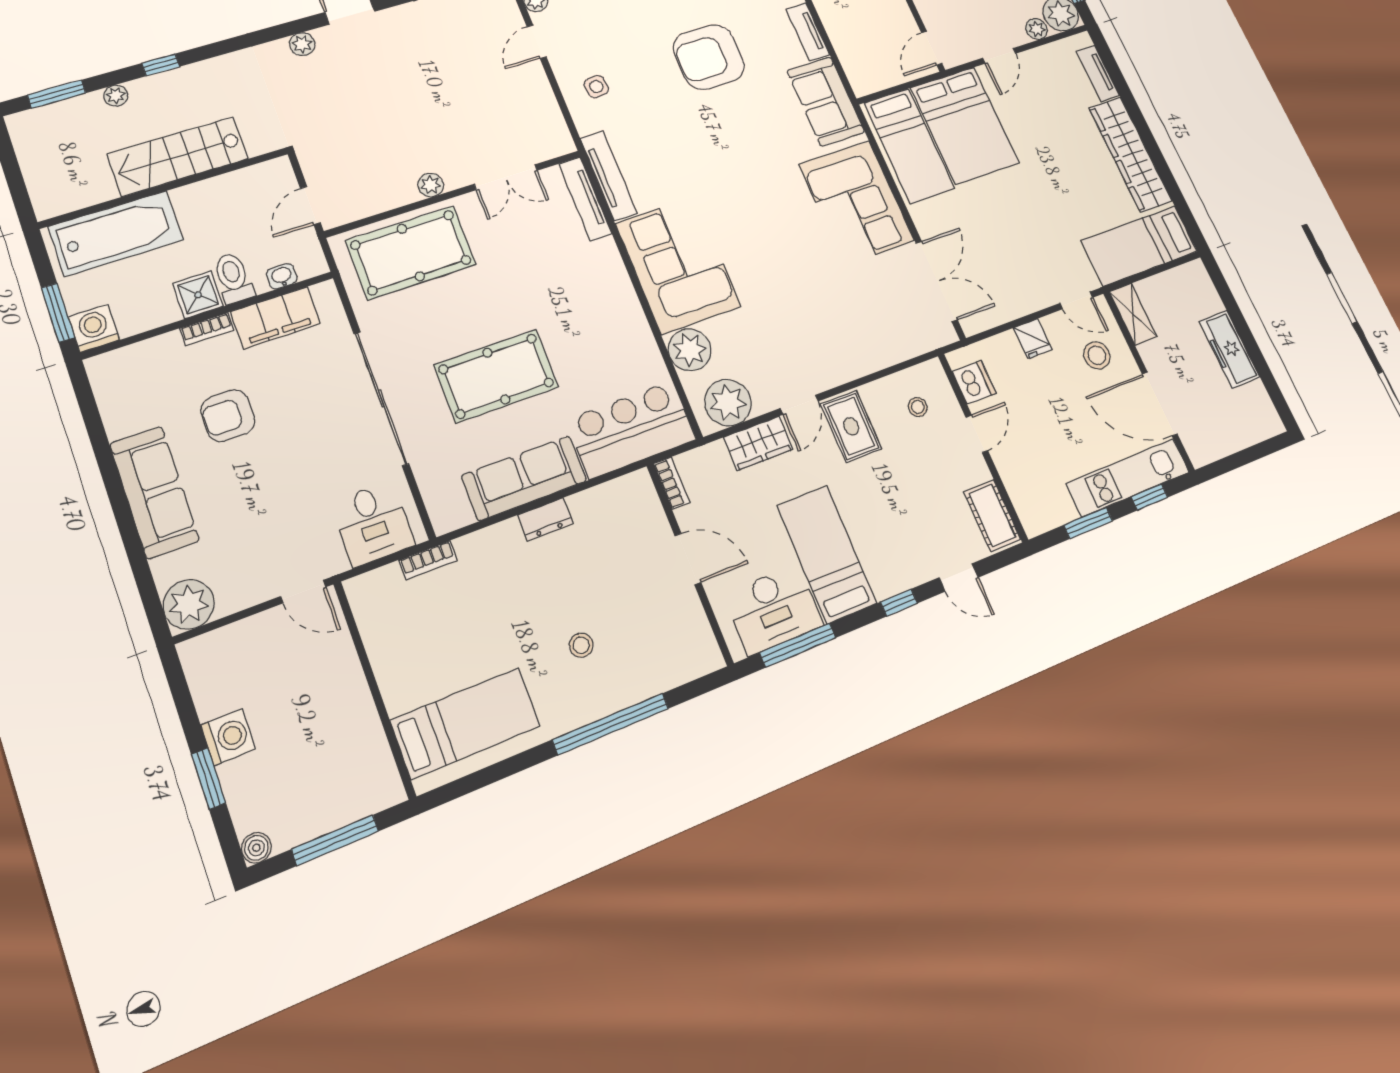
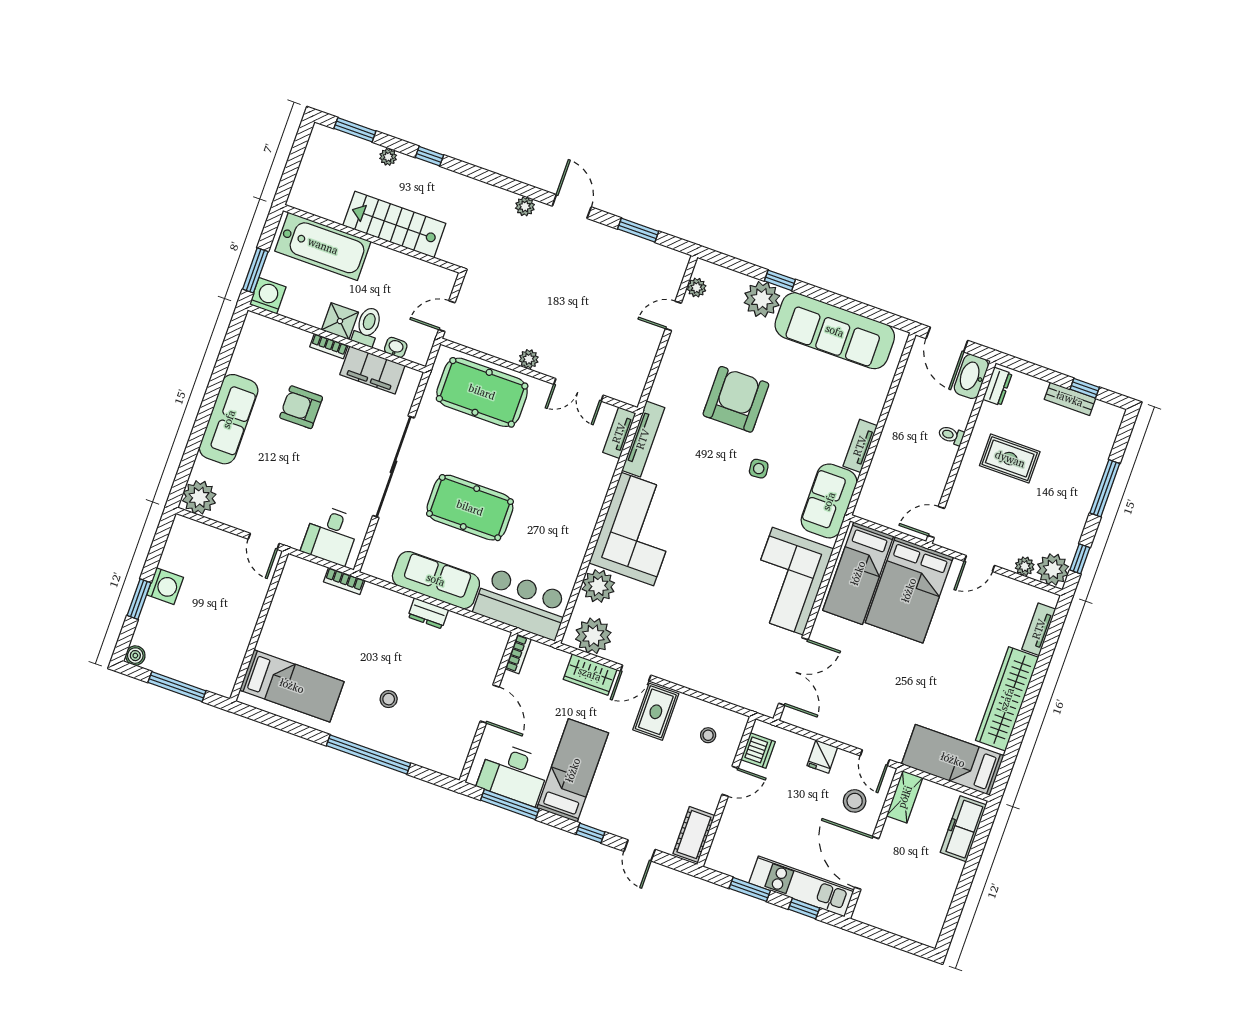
armchair: (709, 57) -> (736, 399), moved, turned 90
side table: (596, 87) -> (759, 469), moved
tv unit: (585, 199) -> (619, 433), width x0.71
freezer: (1229, 349) -> (963, 829), moved

